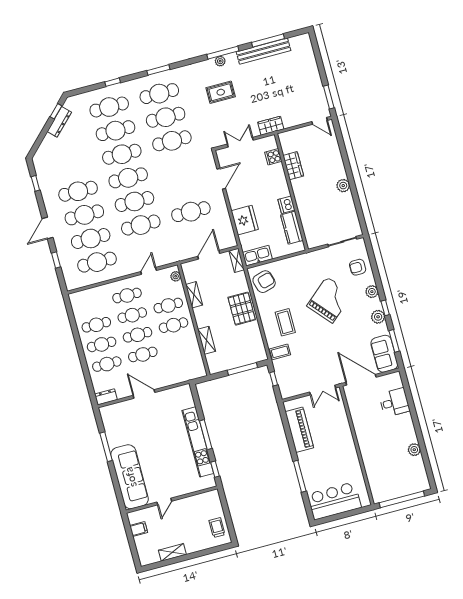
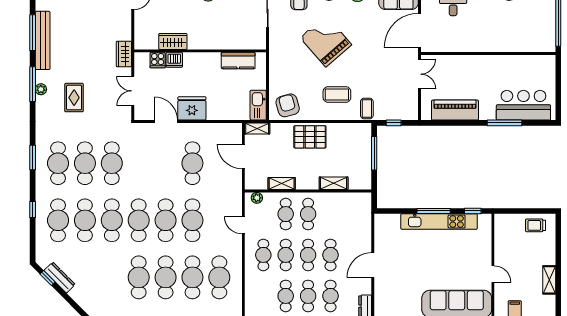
dishwasher: (286, 205) -> (174, 60), moved
fridge: (245, 220) -> (192, 108), moved
bar counter: (334, 501) -> (523, 105), moved, turned 90

